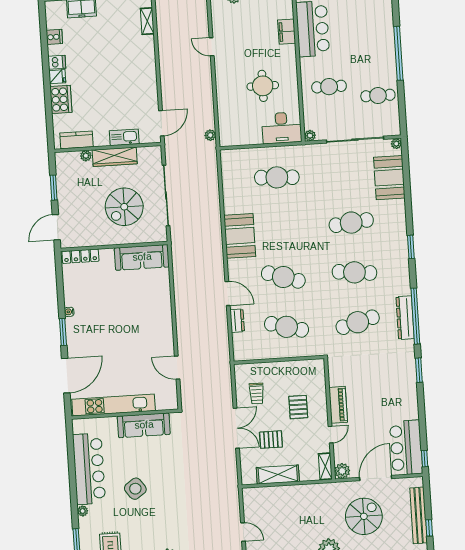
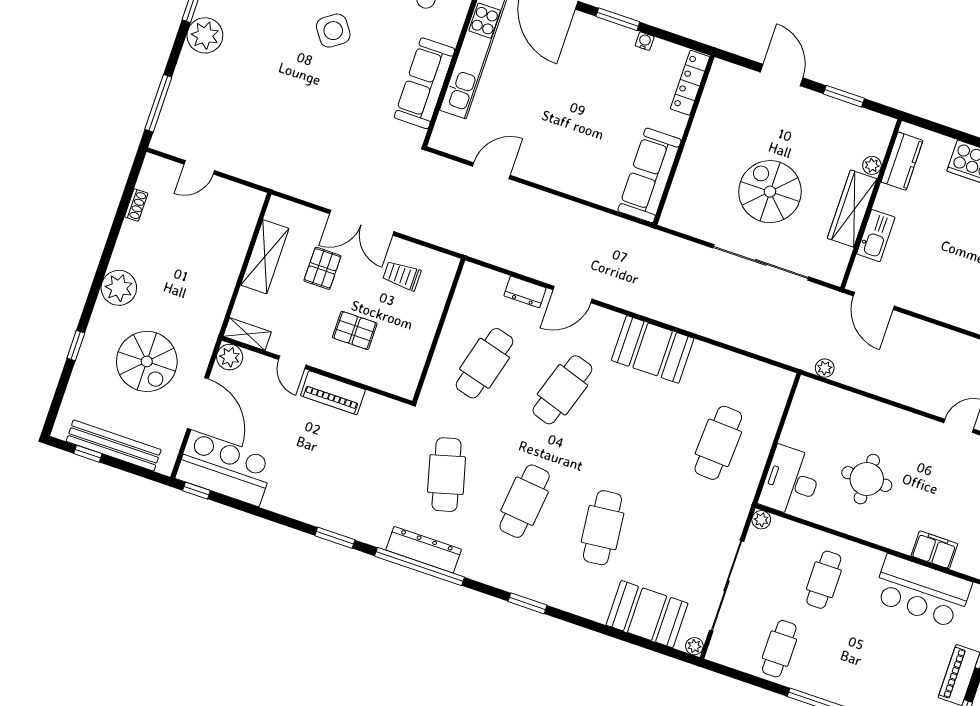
wall: (114, 246) -> (684, 140), moved
locker: (80, 256) -> (690, 83), moved
sofa: (142, 257) -> (649, 175), moved

